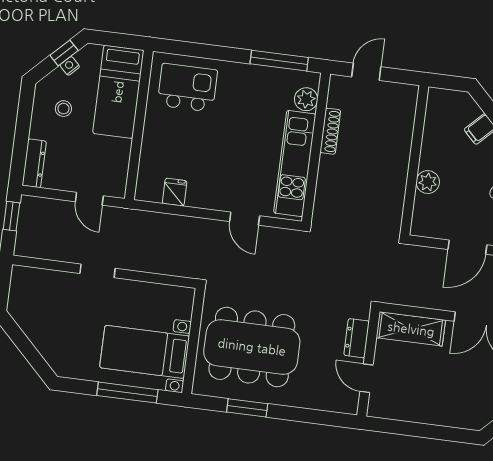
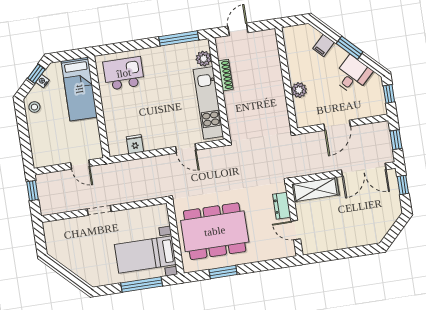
stool: (63, 109) -> (34, 107), moved
dresser: (34, 163) -> (38, 152), removed

